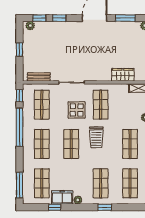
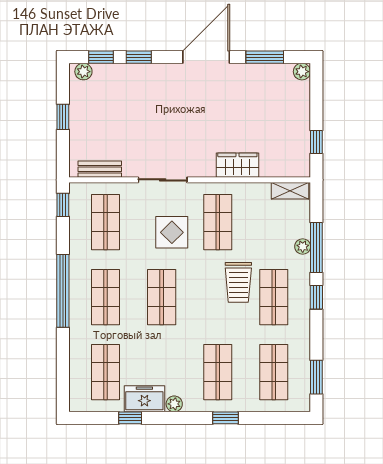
wardrobe: (123, 75) -> (237, 165), moved
window: (19, 127) -> (63, 291), moved
trolley: (96, 137) -> (238, 282), moved
window: (19, 185) -> (63, 375), removed

